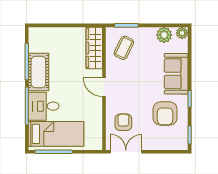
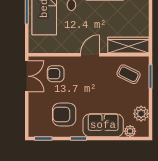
plant: (182, 33) -> (130, 131), moved
armchair: (123, 122) -> (56, 74), turned 180

